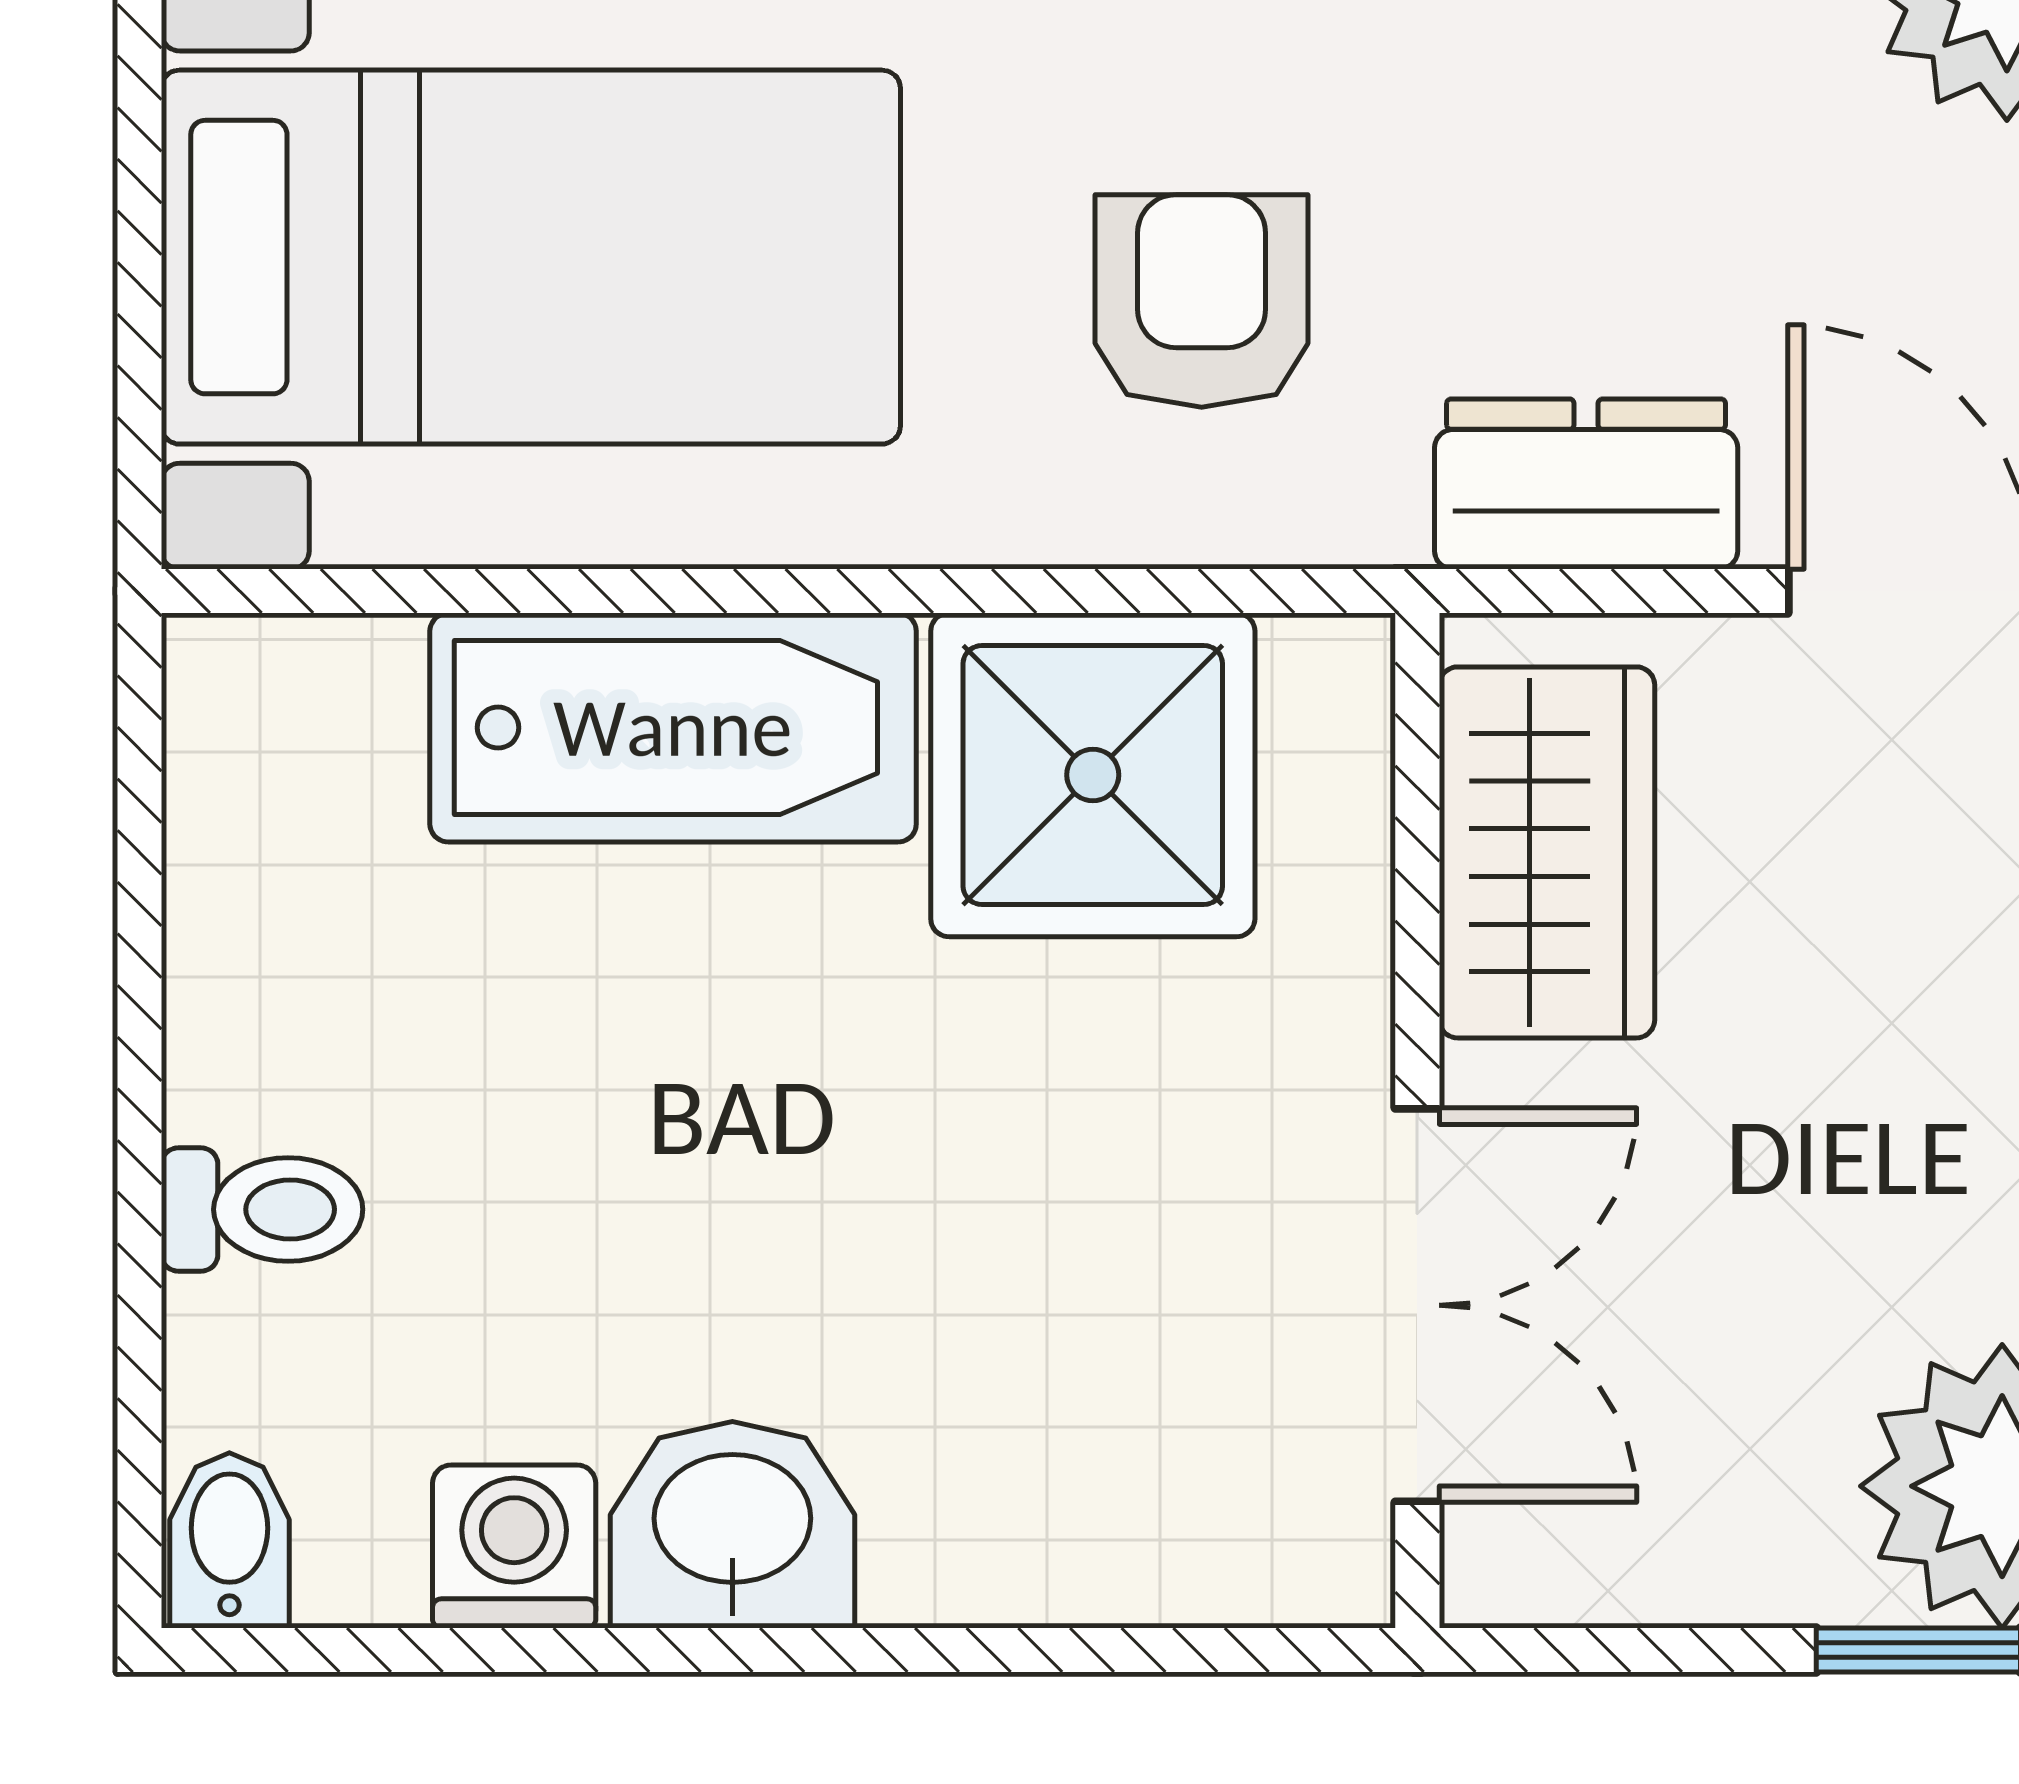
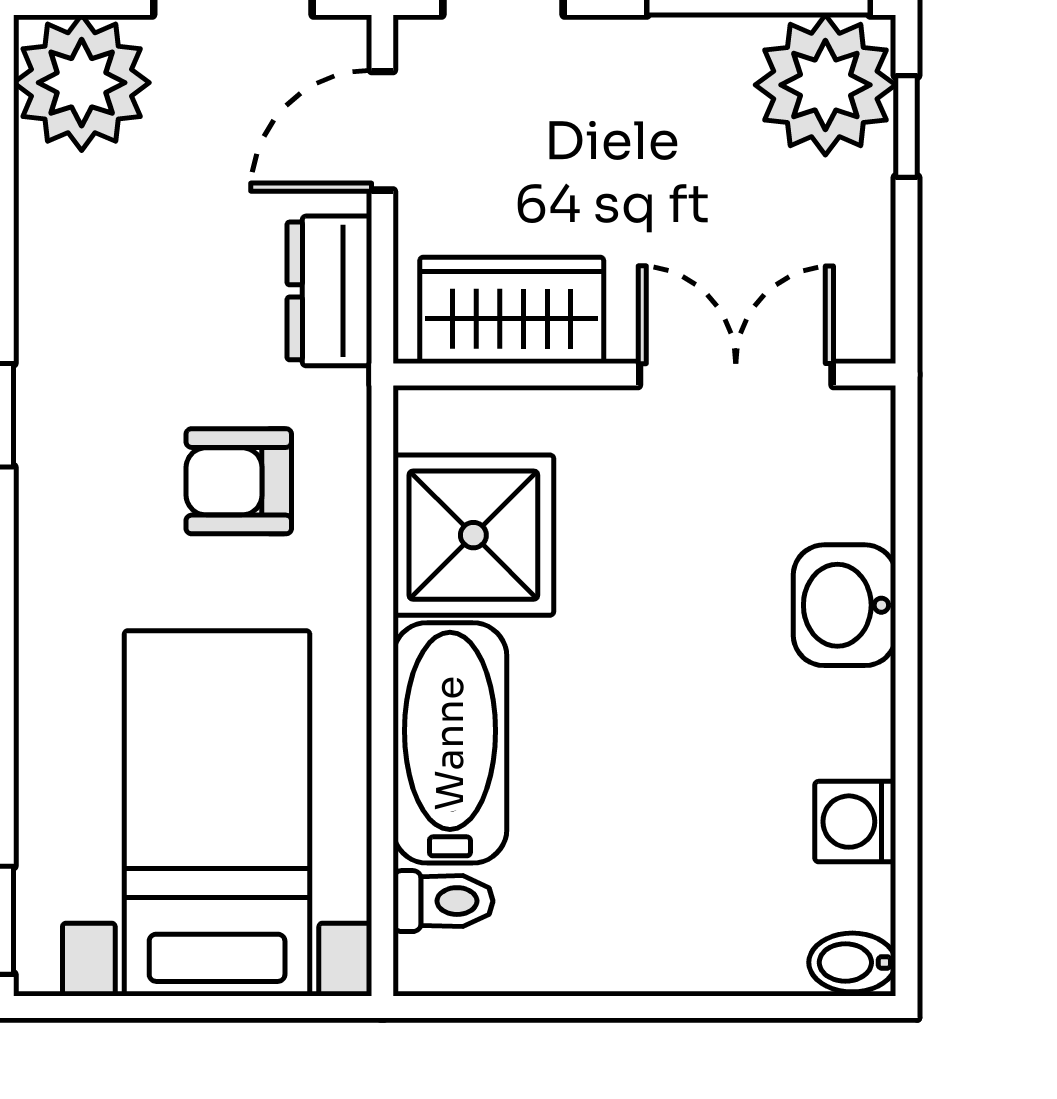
toilet: (262, 1209) -> (443, 901), moved, turned 90
washbasin: (732, 1525) -> (844, 605), moved

